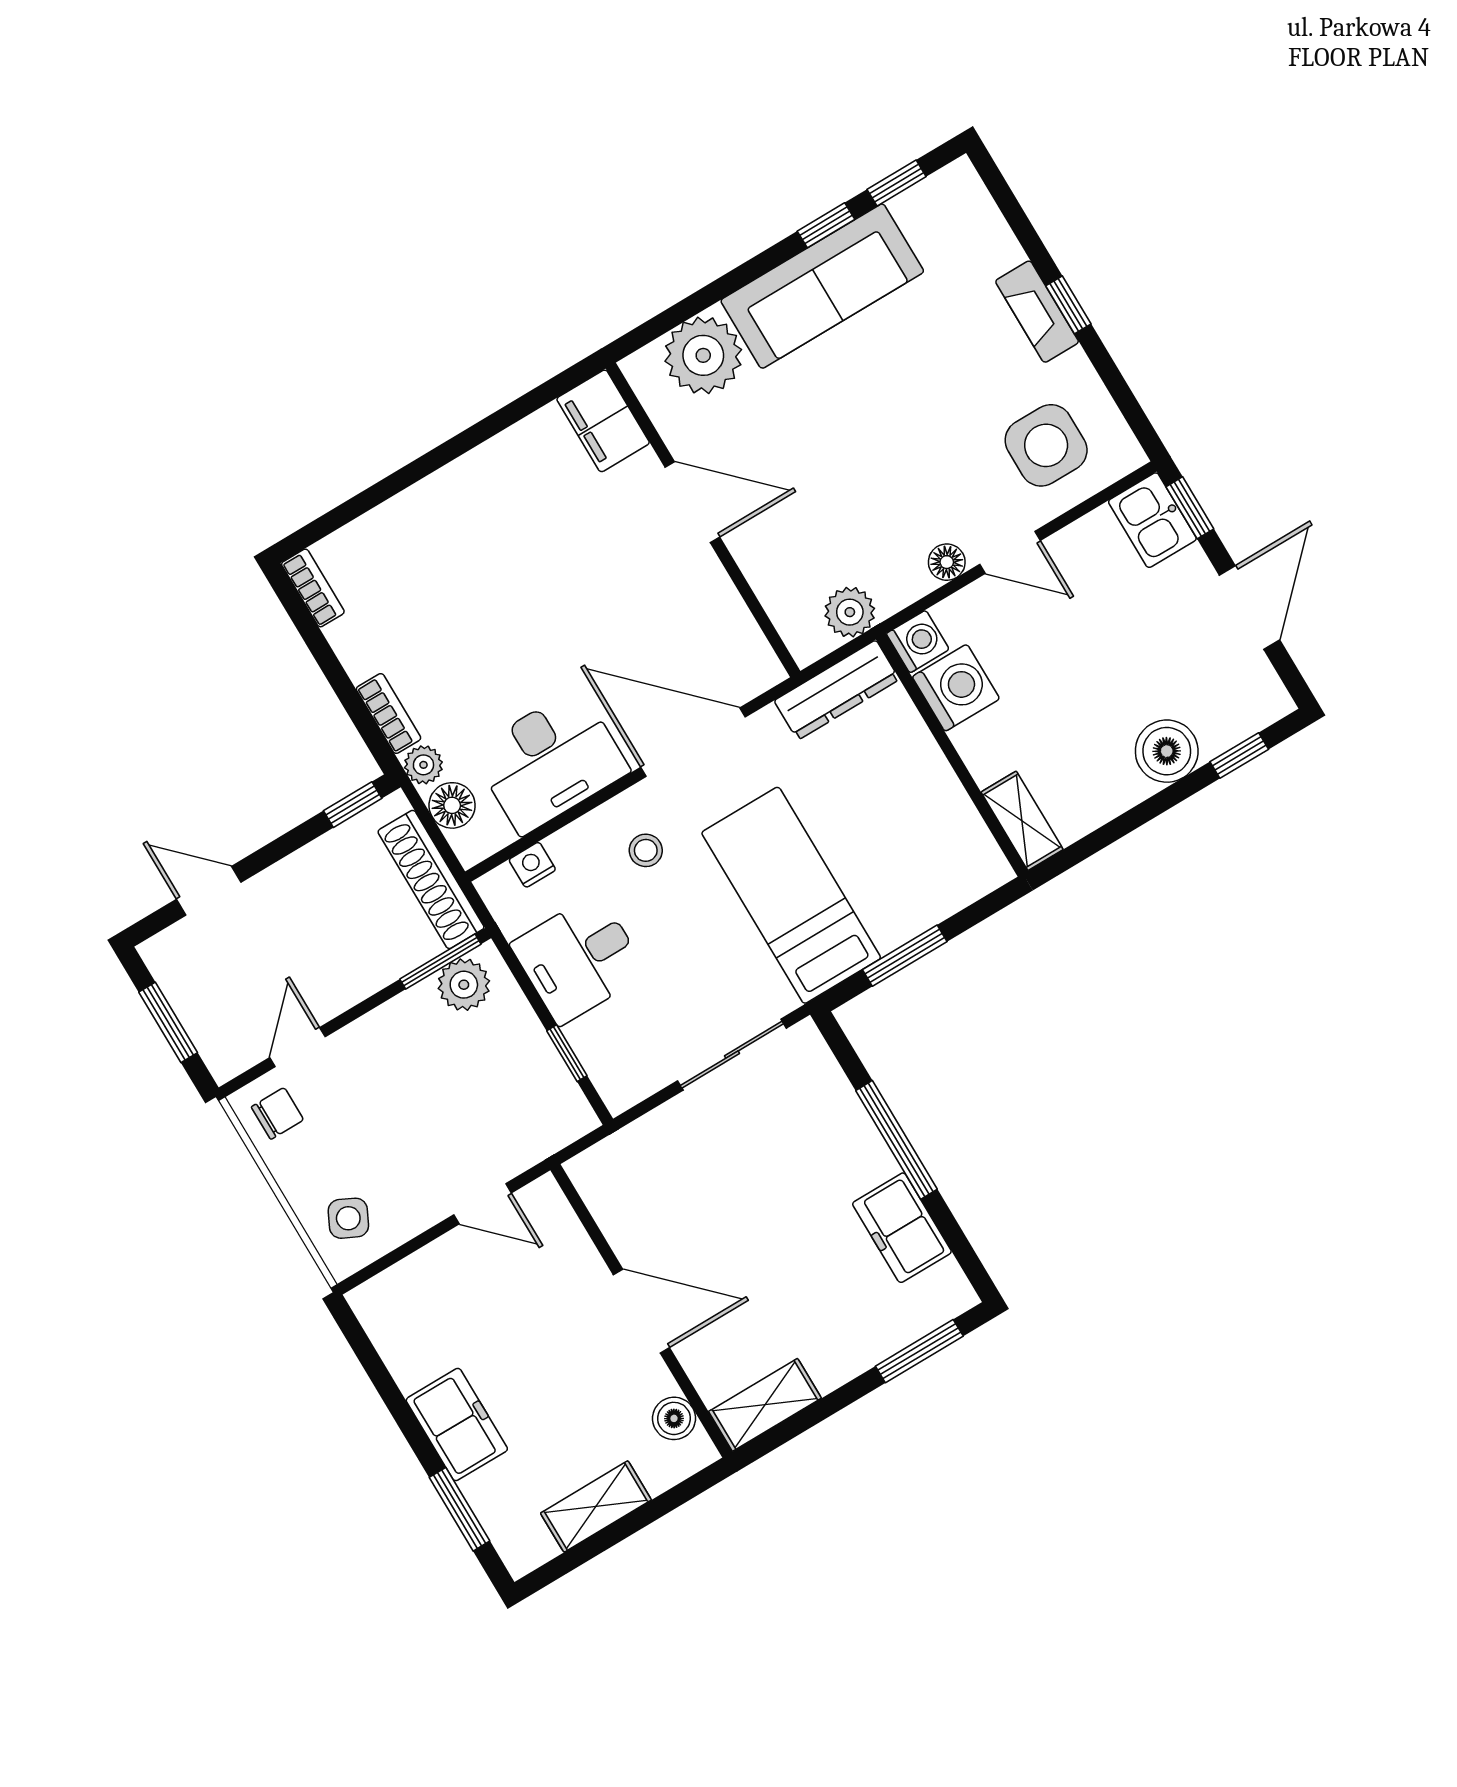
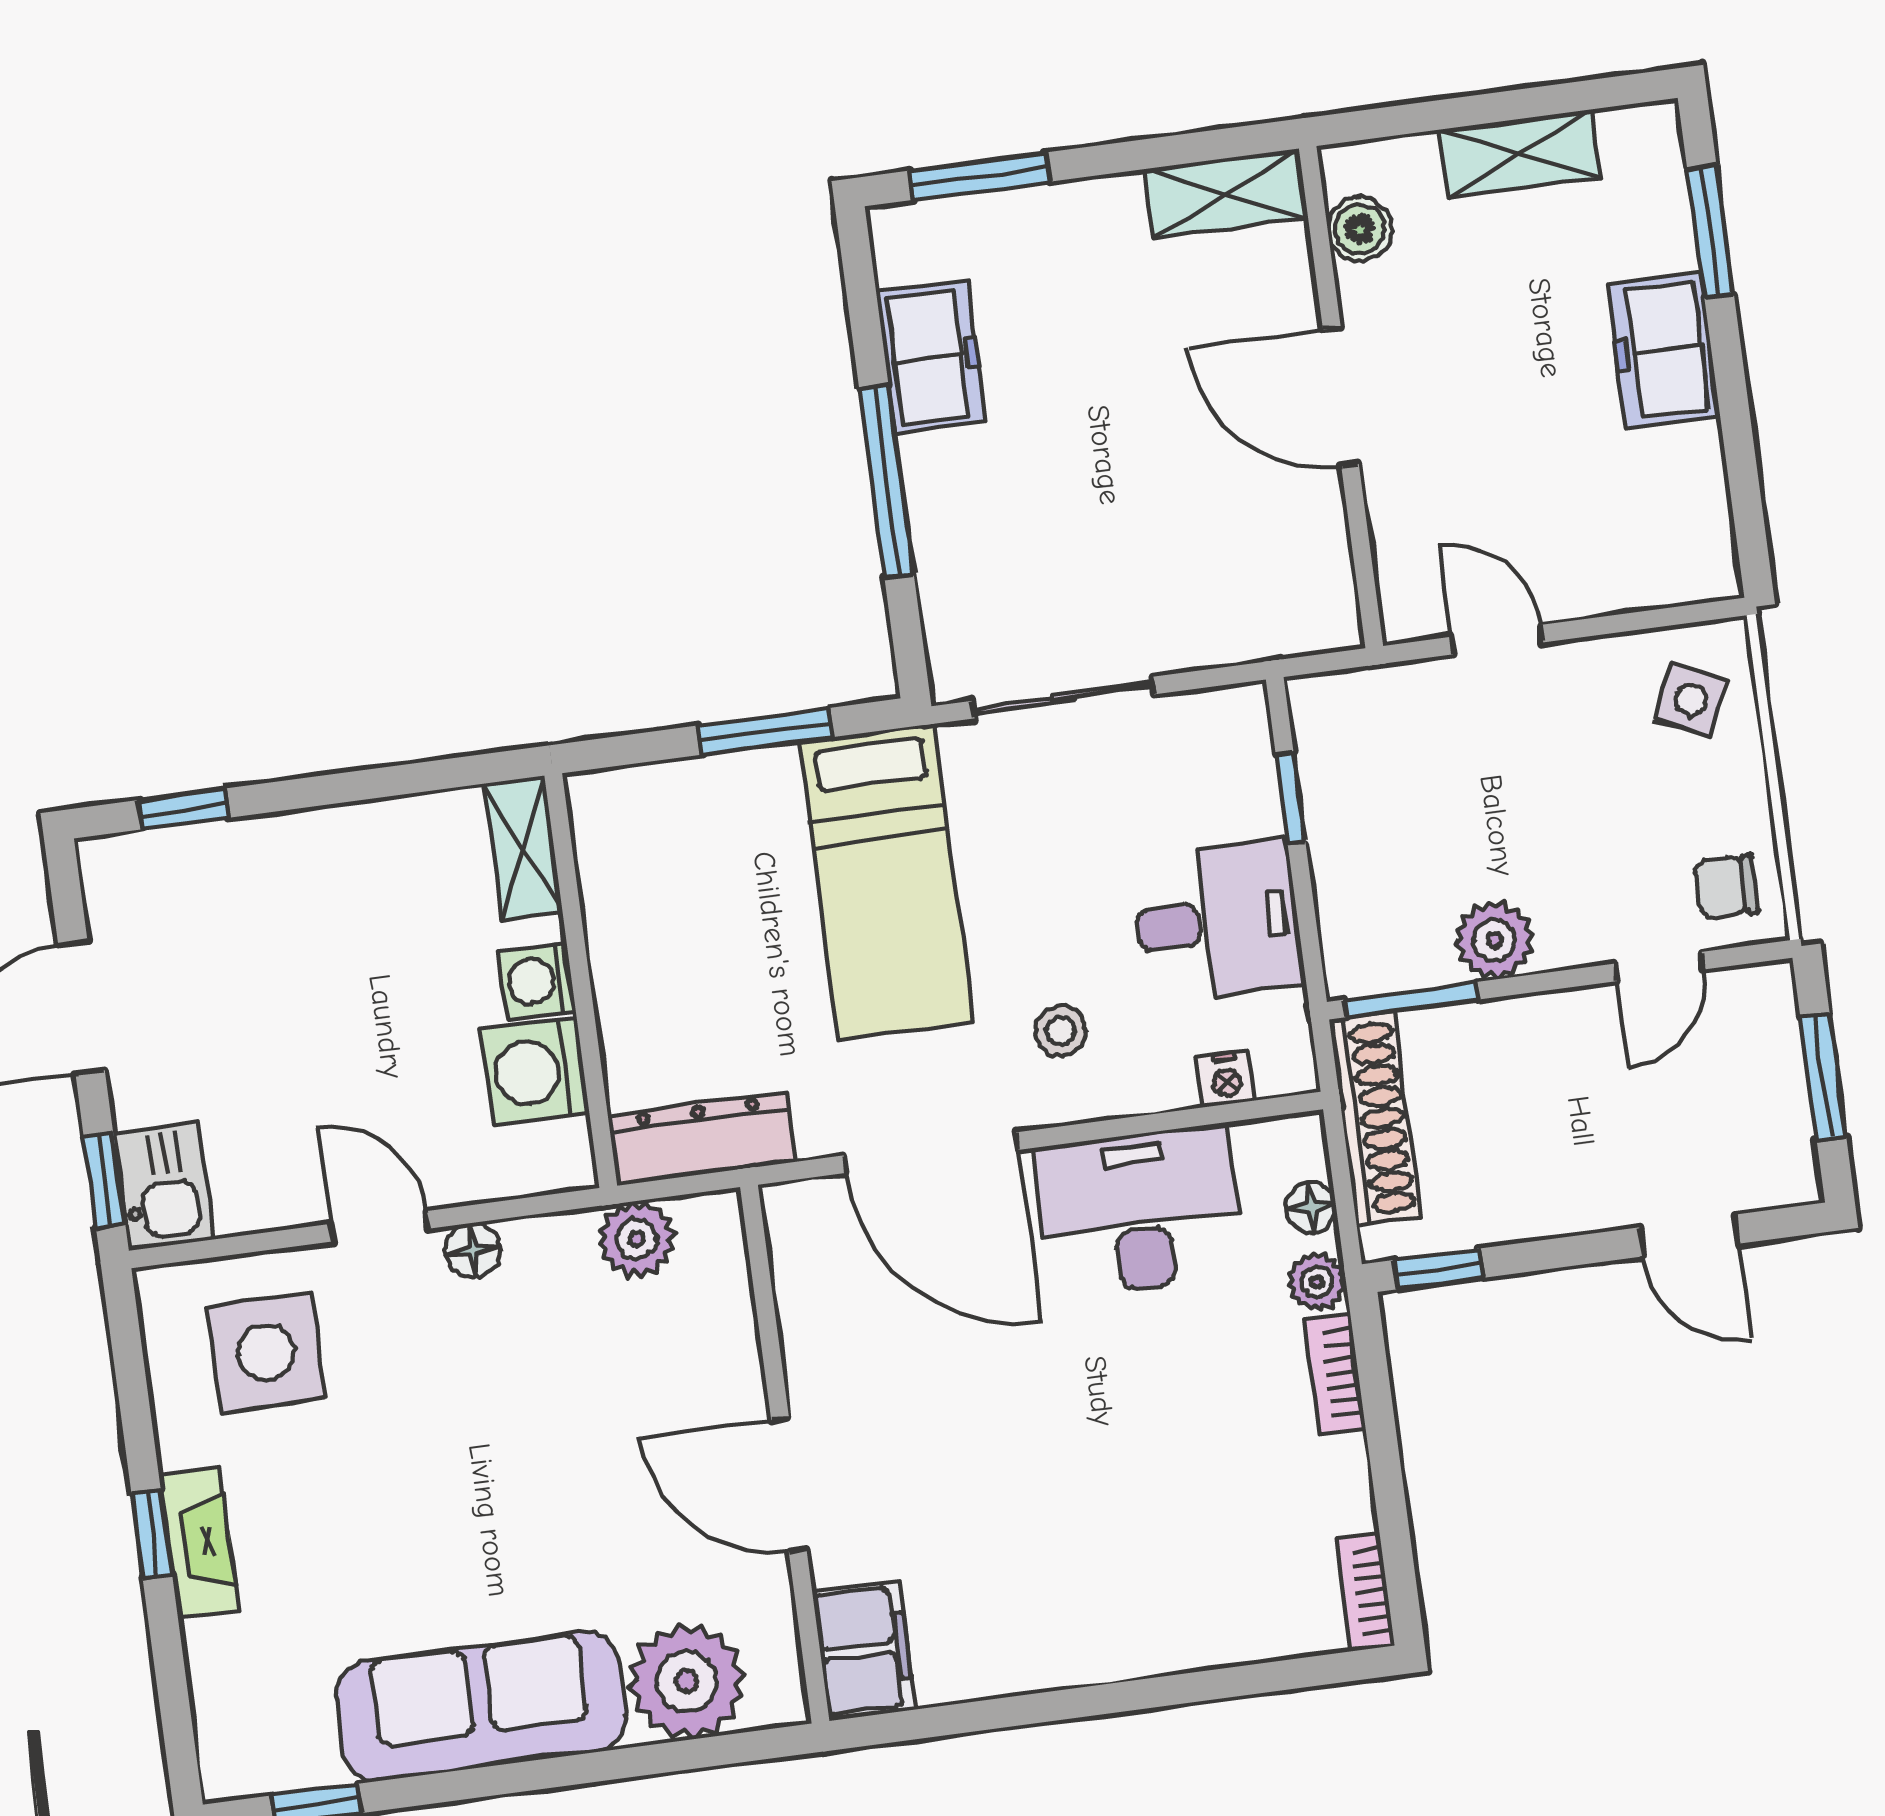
window: (826, 225) -> (439, 1788), removed
washing machine: (918, 641) -> (537, 981), moved
boiler: (1167, 751) -> (281, 858), removed
floor lamp: (452, 805) -> (1311, 1207), width x0.73, depth x0.73
plant: (464, 985) -> (1494, 940), moved

